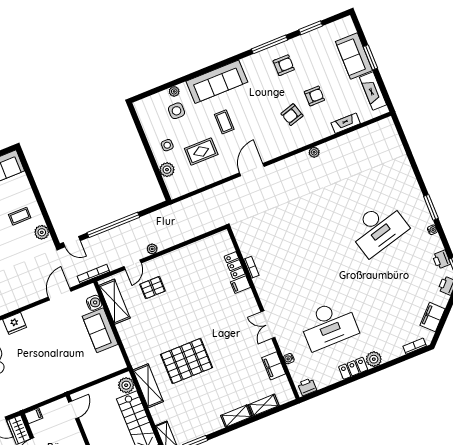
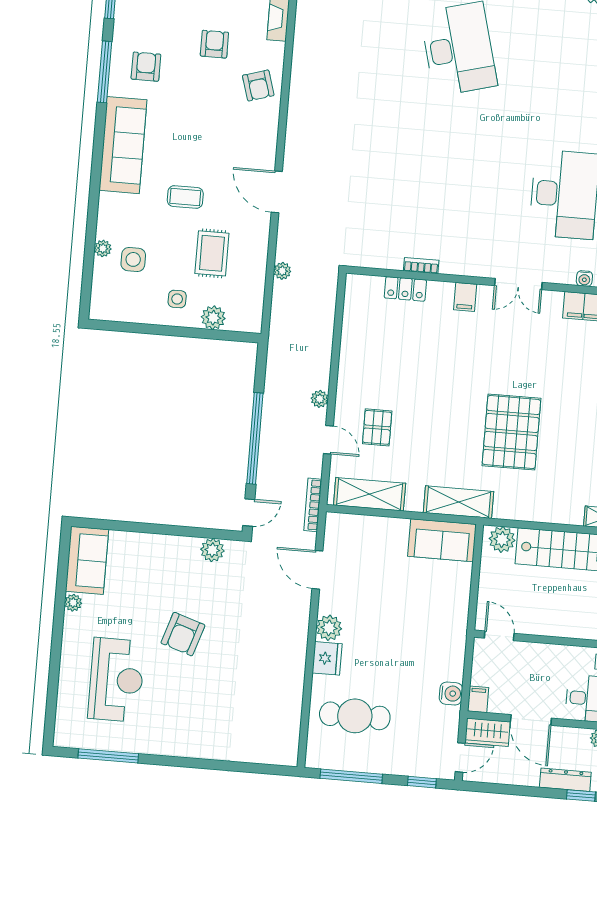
sofa: (217, 82) -> (123, 145), moved
armchair: (292, 115) -> (258, 85), moved
plant: (314, 152) -> (282, 271), moved
coffee table: (20, 216) -> (172, 571), removed
filing cabinet: (241, 285) -> (465, 297), moved
water cooler: (94, 303) -> (451, 693), moved, turned 90
plant: (32, 316) -> (329, 628), added
sofa: (100, 330) -> (442, 540), moved
shelving: (148, 386) -> (458, 502), moved

